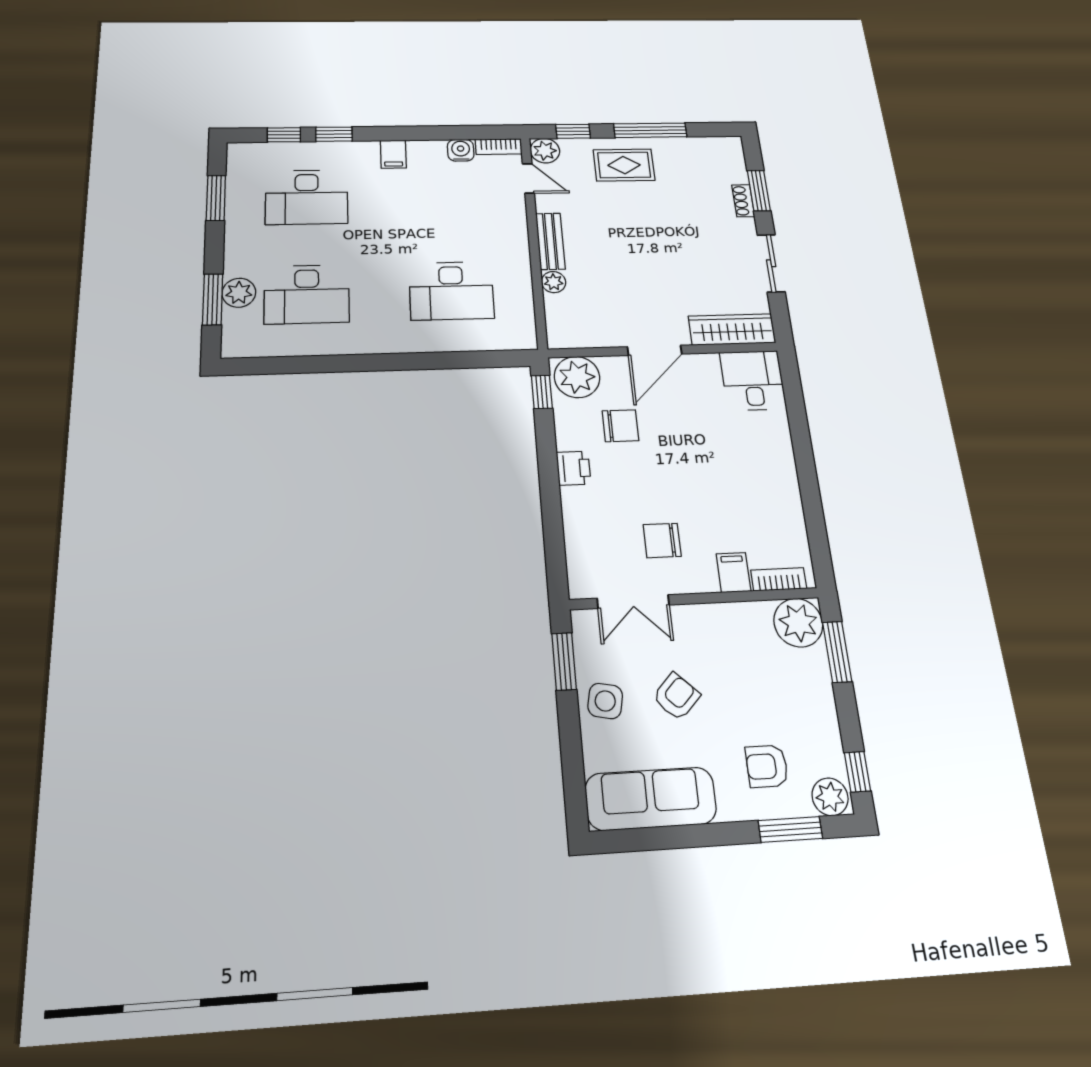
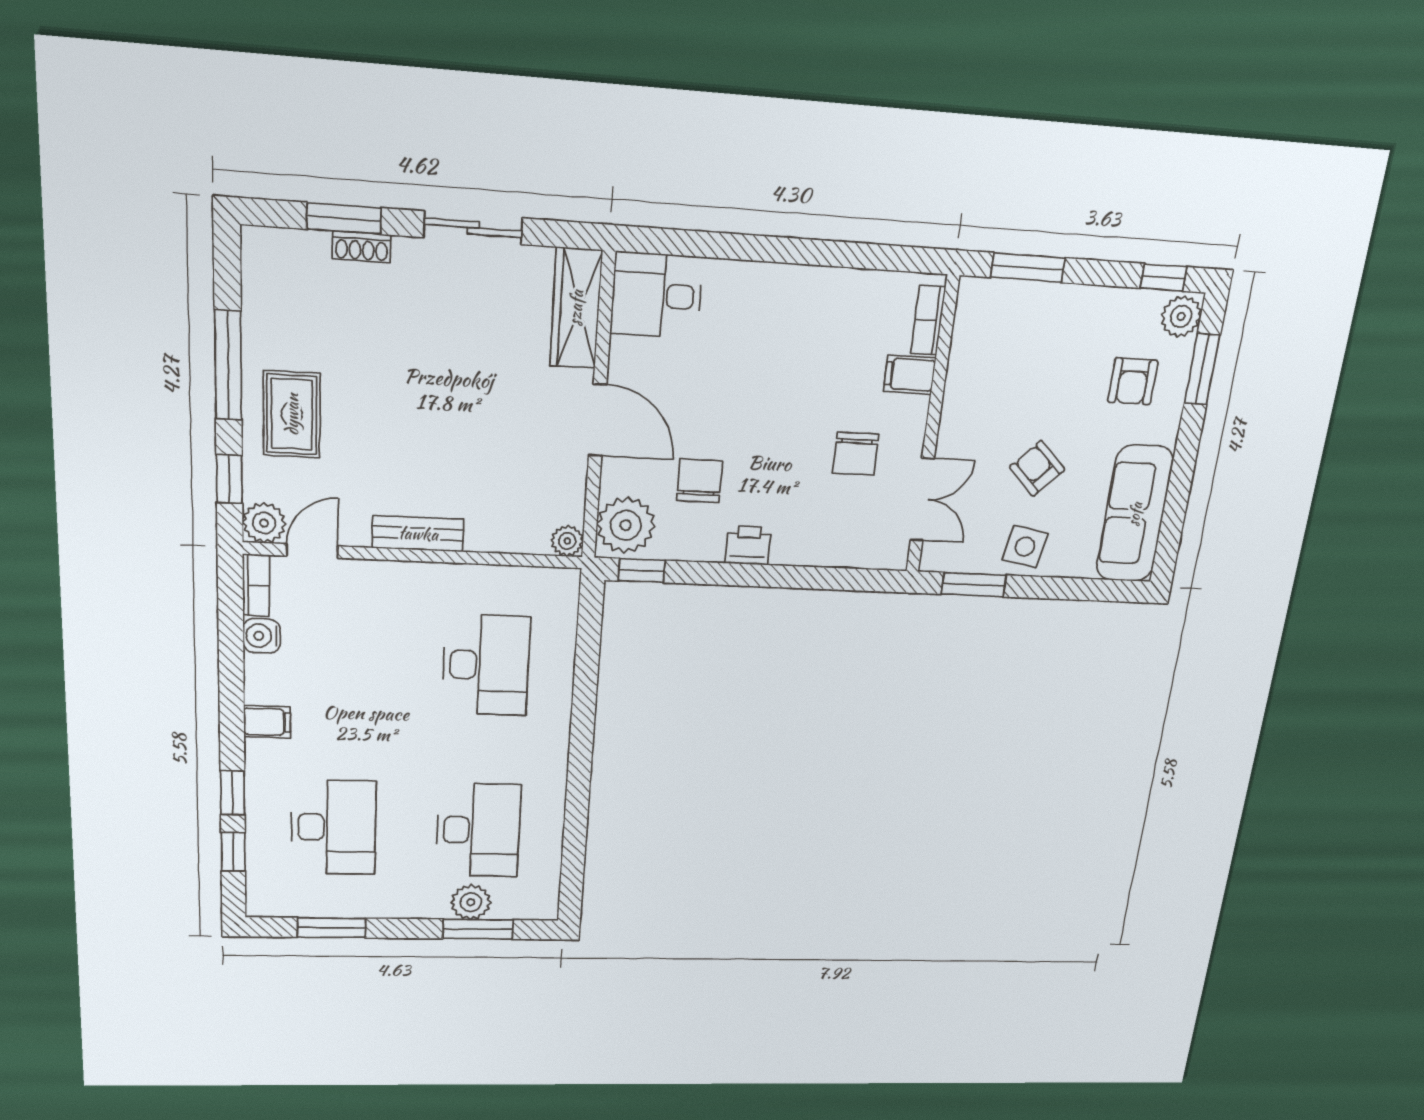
plant: (554, 282) -> (567, 541), moved
plant: (798, 623) -> (984, 308), removed

